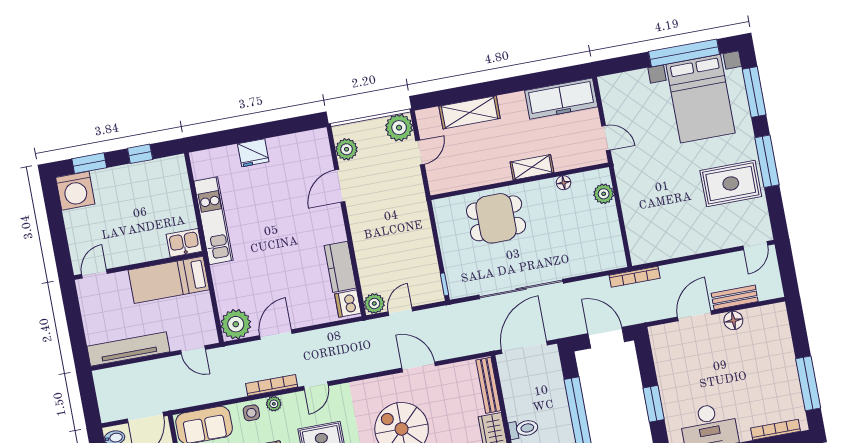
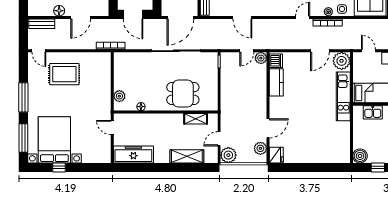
window: (684, 53) -> (59, 167), width x0.32
fridge: (253, 153) -> (276, 155), moved, turned 90
shelving: (532, 167) -> (196, 119), moved
boiler: (174, 168) -> (360, 156), added
rug: (731, 183) -> (64, 74), moved
kitchen unit: (213, 221) -> (343, 96), moved
kitchen sink: (184, 243) -> (373, 112), moved
door: (755, 246) -> (39, 51), swing flipped
bench: (735, 297) -> (42, 24), moved

